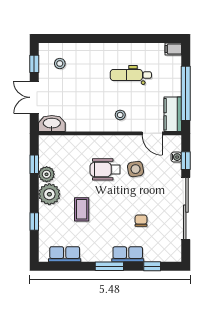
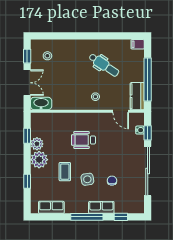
dental chair: (131, 75) -> (104, 65), turned -146
double door: (34, 97) -> (27, 83), swing flipped
side table: (136, 169) -> (87, 179), moved
window: (109, 266) -> (87, 217), width x1.44

